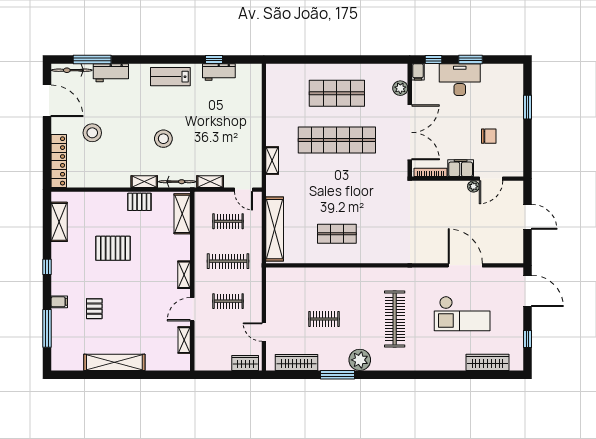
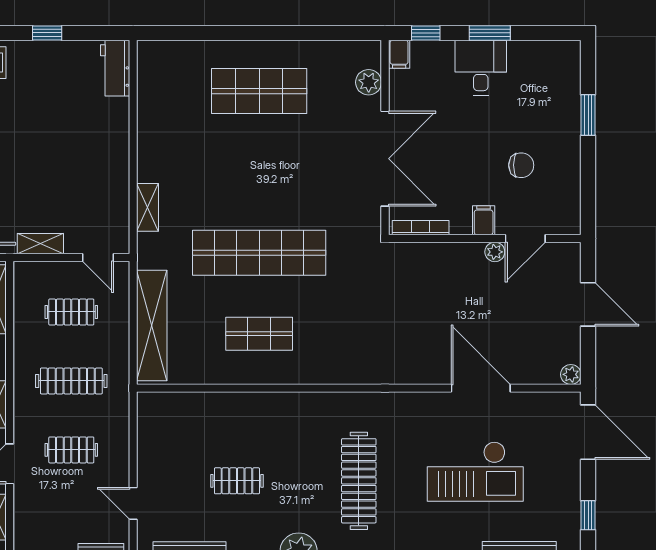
workbench: (219, 72) -> (115, 68), moved, turned 90
desk: (460, 80) -> (481, 68), width x0.73
shop shelf: (337, 140) -> (259, 253), moved
filing cabinet: (461, 168) -> (484, 220), width x0.50
plant: (517, 257) -> (571, 374), added

